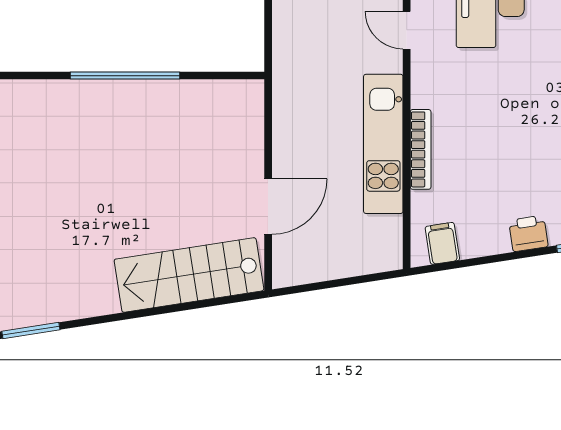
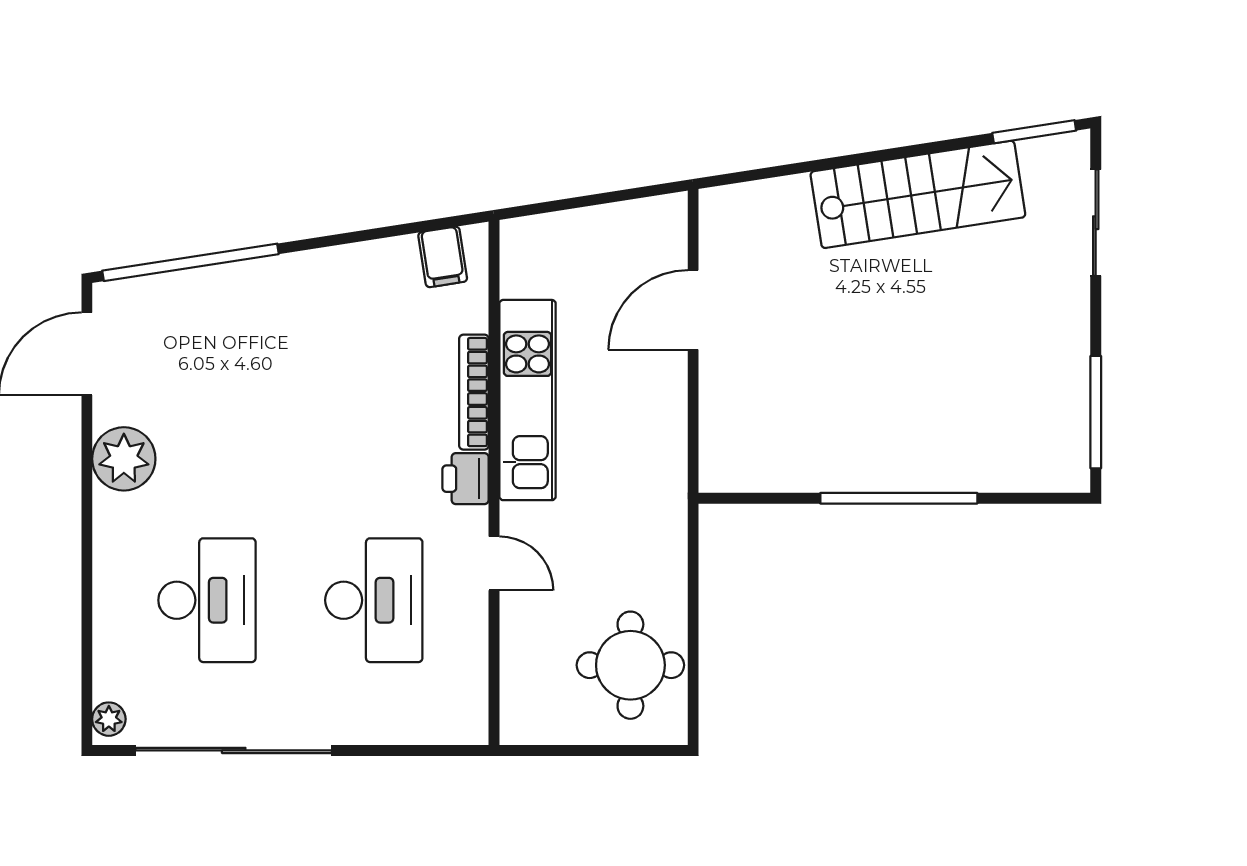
printer: (528, 233) -> (465, 479), moved, turned 99
stairs: (189, 275) -> (918, 194), moved

